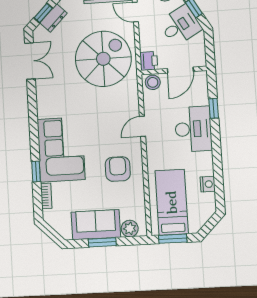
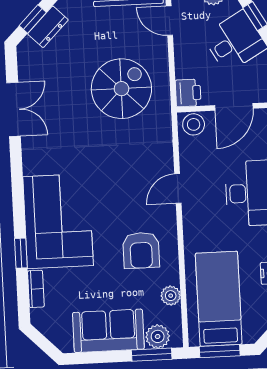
spiral stairs: (103, 59) -> (121, 89), width x0.73, depth x0.73
double door: (30, 61) -> (14, 109), moved
armchair: (118, 169) -> (141, 250), turned 180
plant: (138, 200) -> (171, 296), added
window: (102, 242) -> (152, 355), moved

